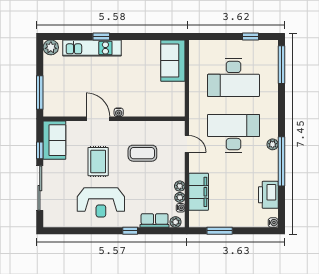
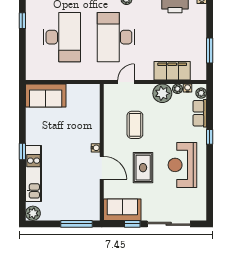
window: (101, 36) -> (22, 151), moved
door: (98, 119) -> (102, 168), swing flipped
rug: (98, 162) -> (143, 168), turned 90
plant: (180, 186) -> (162, 93), width x1.88, depth x1.88
reception desk: (101, 202) -> (182, 165), turned 180

